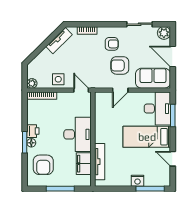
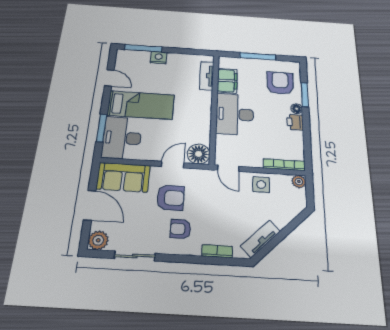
floor lamp: (103, 100) -> (199, 154), added
window: (25, 142) -> (305, 95), moved
tv unit: (100, 162) -> (207, 76), width x0.71

